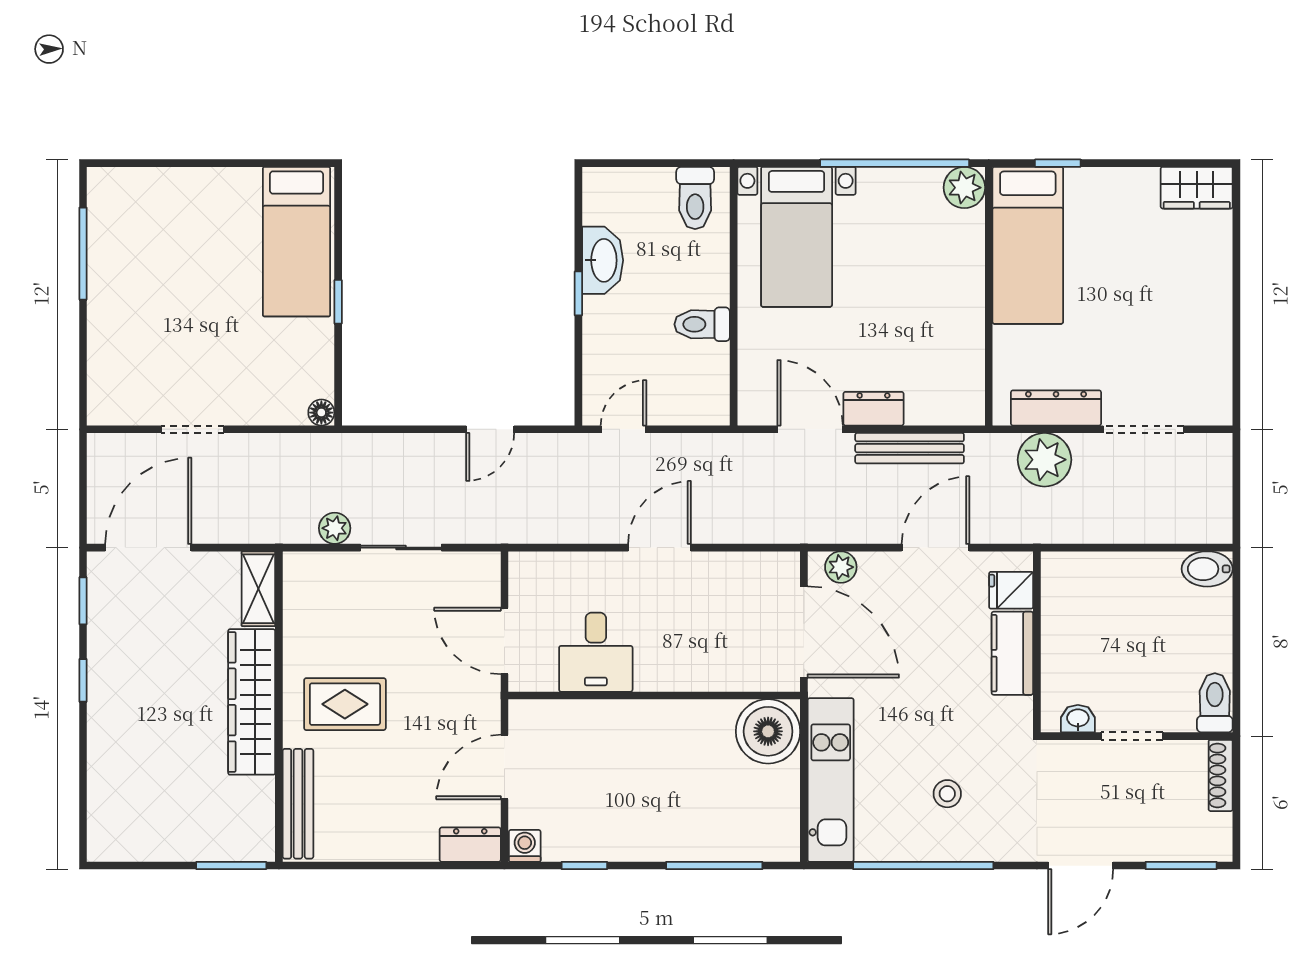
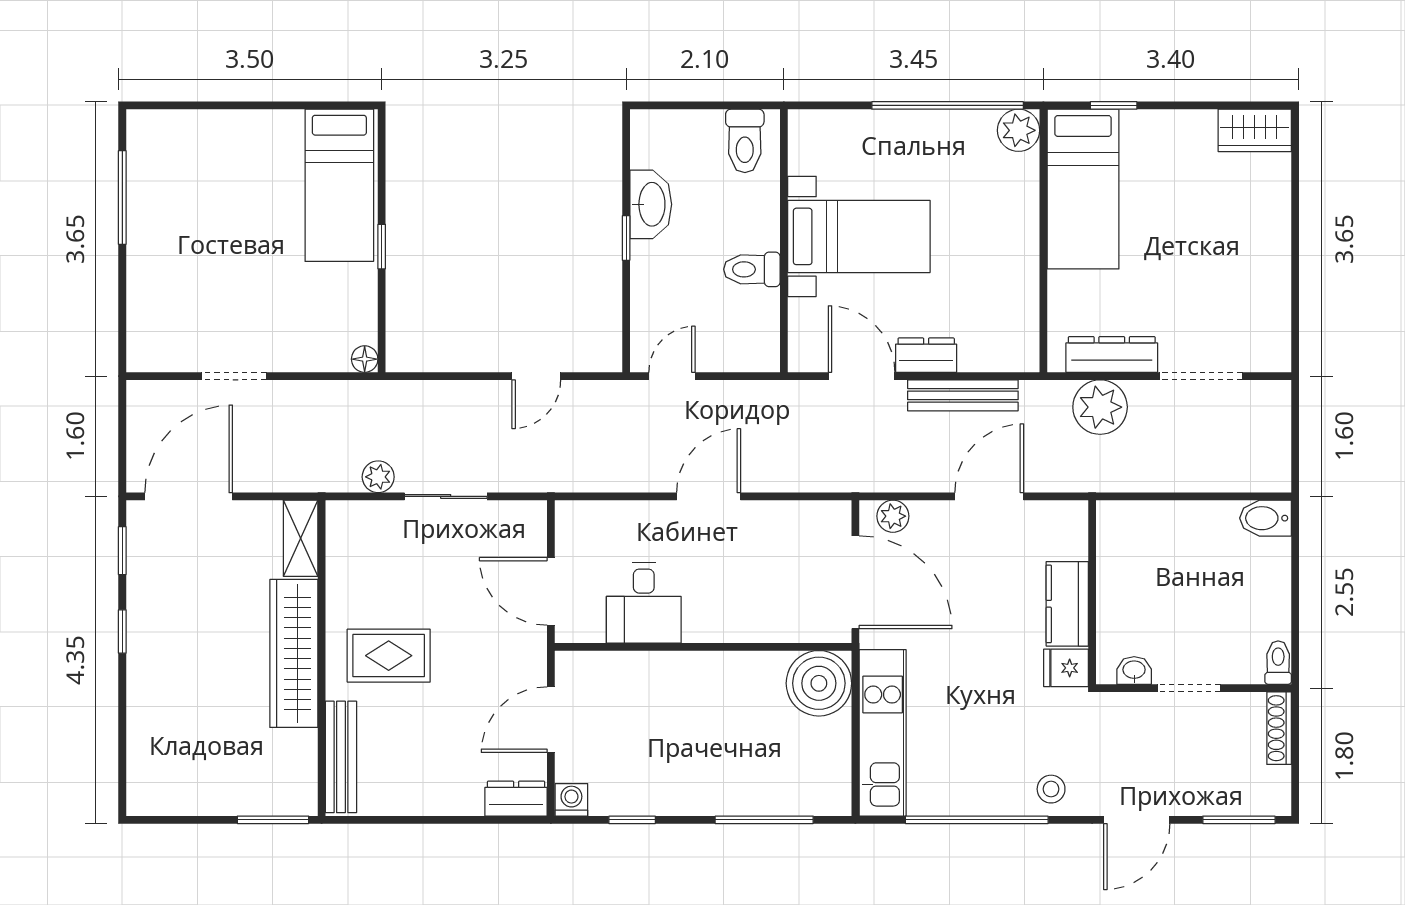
bed with nightstands: (797, 237) -> (859, 236), moved, turned -90
fridge: (1011, 590) -> (1066, 668), moved
toilet: (1215, 703) -> (1278, 663), width x0.73, depth x0.72
stool: (947, 794) -> (1051, 789), moved

